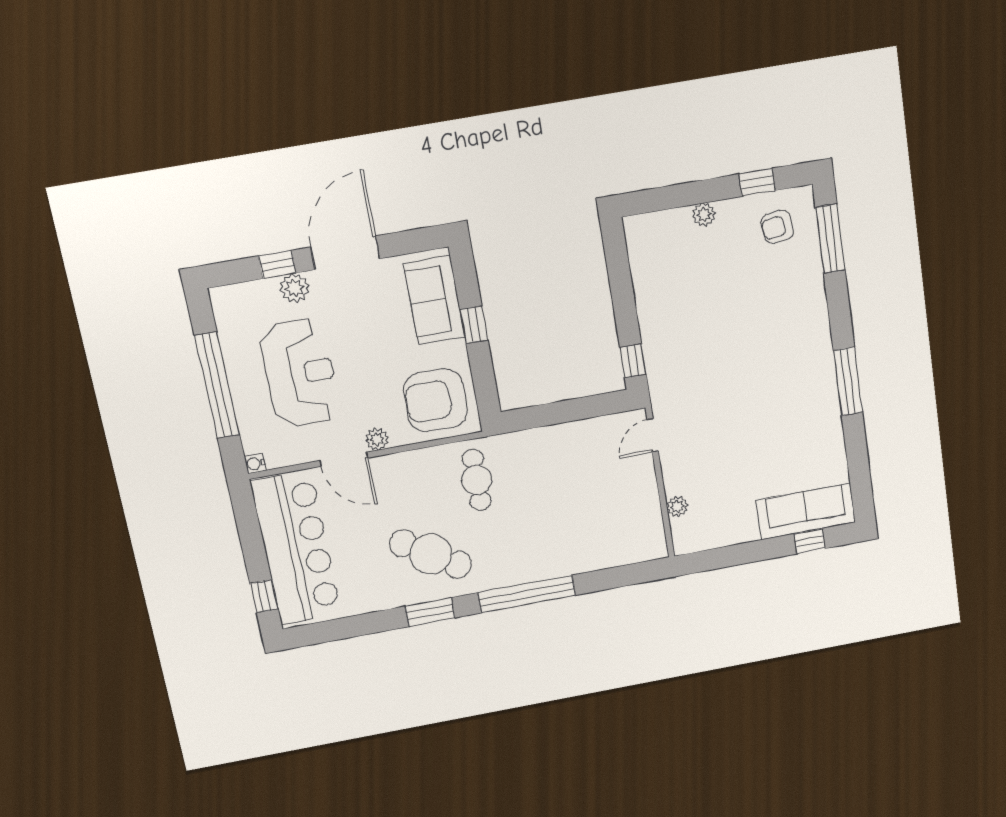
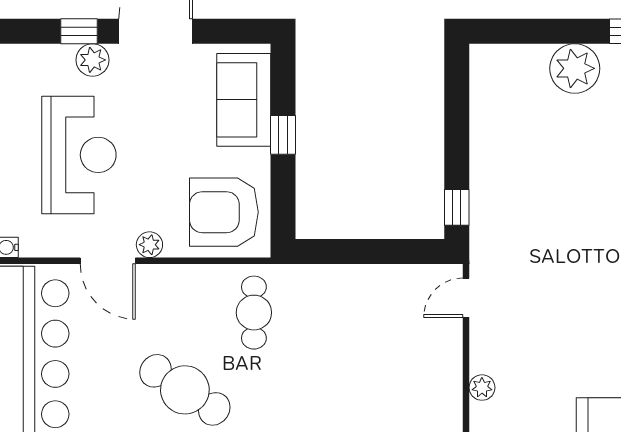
plant: (704, 215) -> (575, 68), width x1.87, depth x1.87

